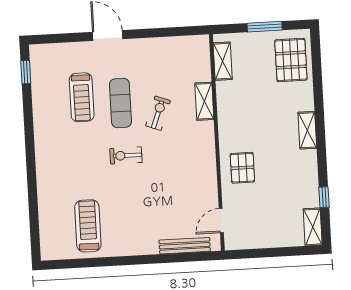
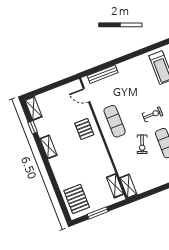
shelving: (204, 101) -> (128, 186), moved
shelving: (307, 130) -> (48, 147), moved
exercise mat: (190, 164) -> (115, 121), added
door: (221, 221) -> (87, 95), swing flipped

